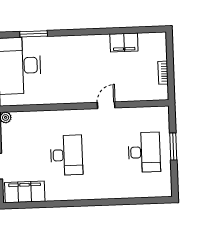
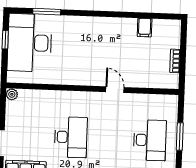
filing cabinet: (124, 42) -> (145, 28), width x0.50
door: (106, 105) -> (115, 90), hinge flipped

